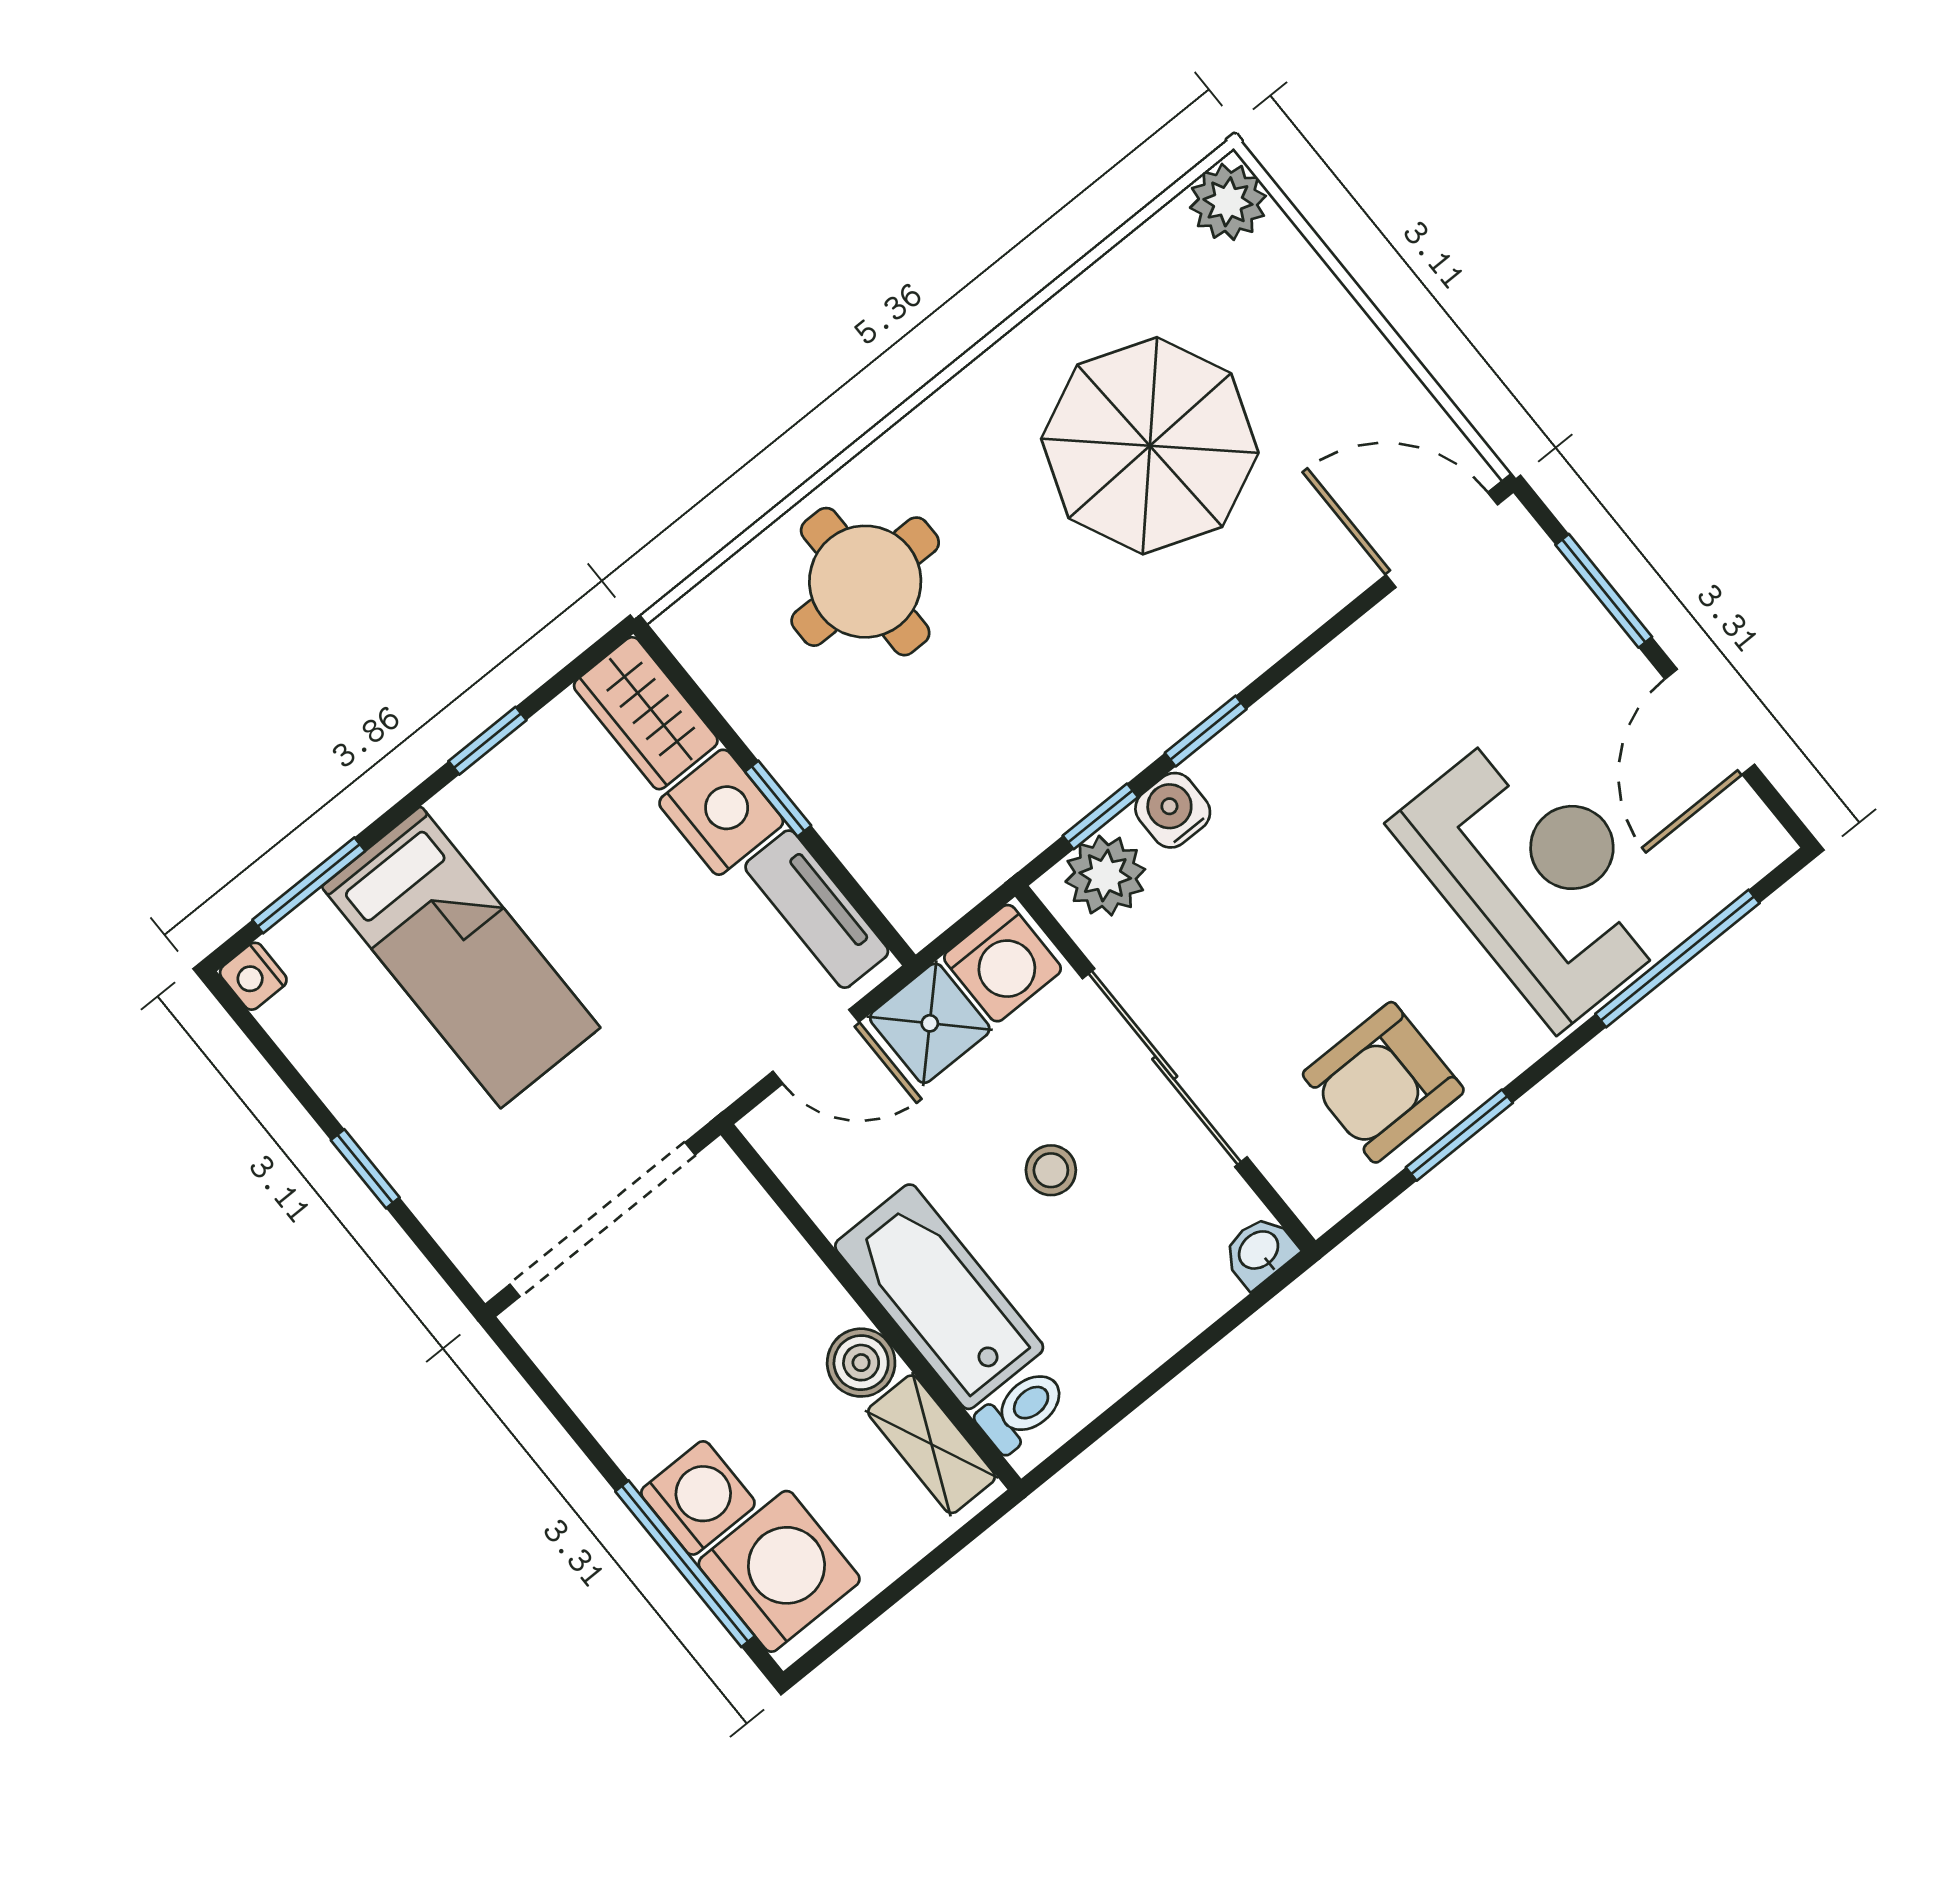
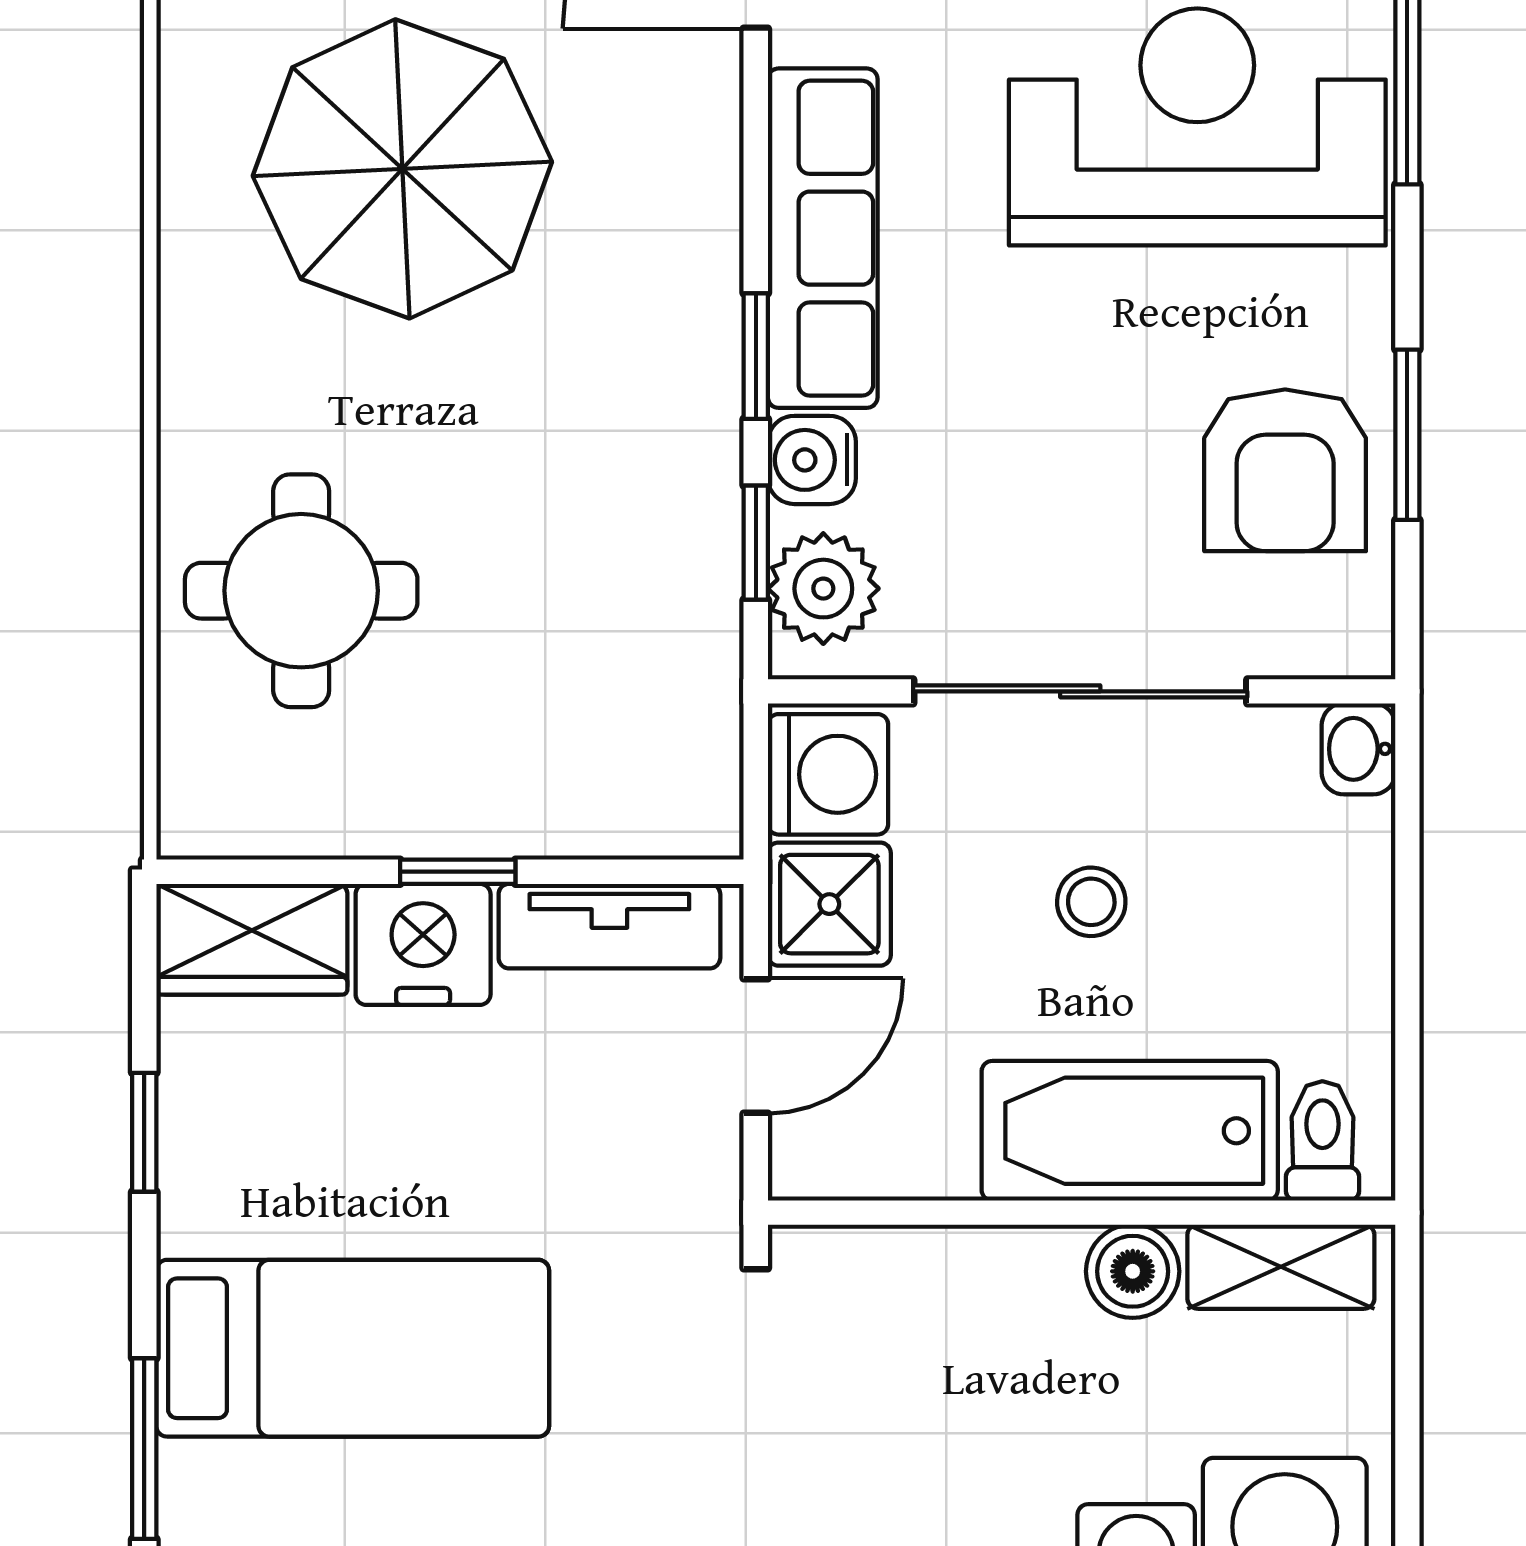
row of seats: (1303, 715) -> (823, 238), added

